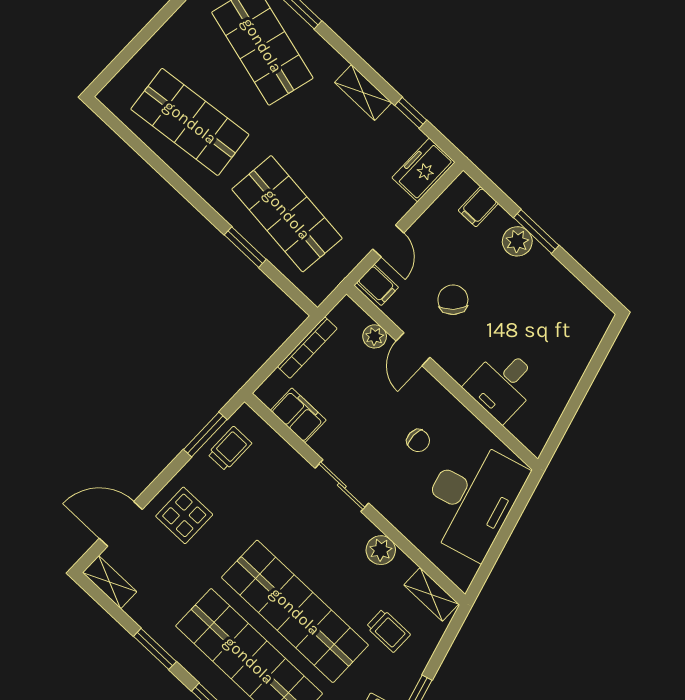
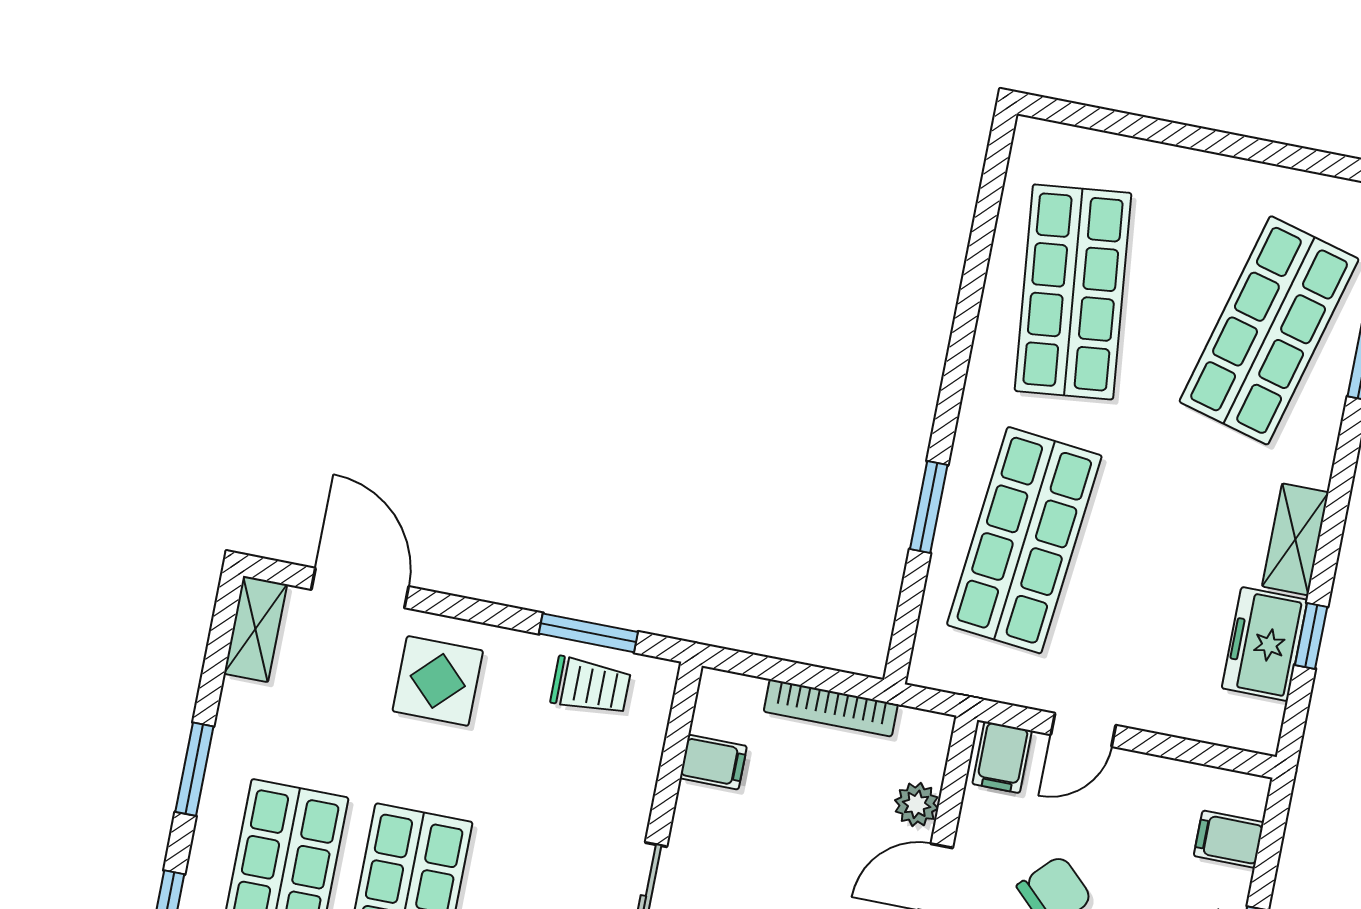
freezer: (423, 170) -> (1265, 644), moved, turned -90
filing cabinet: (298, 415) -> (713, 762), width x0.50

